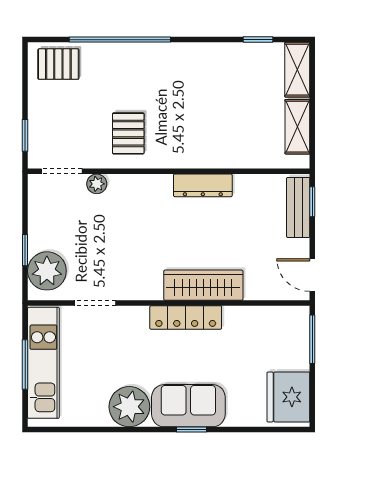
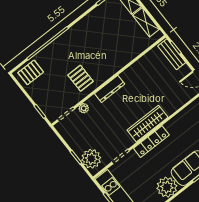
dresser: (203, 185) -> (110, 89), moved
wardrobe: (203, 285) -> (147, 124), moved
locker: (186, 318) -> (151, 142), moved

